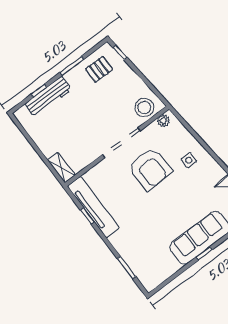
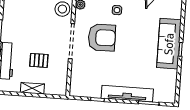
pallet: (99, 69) -> (39, 60), moved, turned 90
shelving: (61, 168) -> (32, 88), moved
tv unit: (93, 207) -> (127, 94), moved

